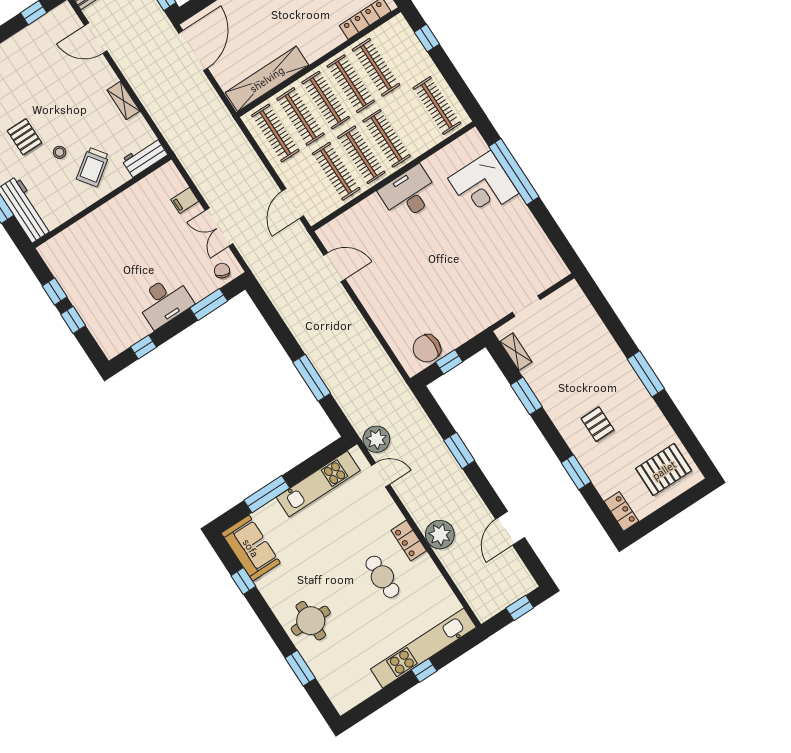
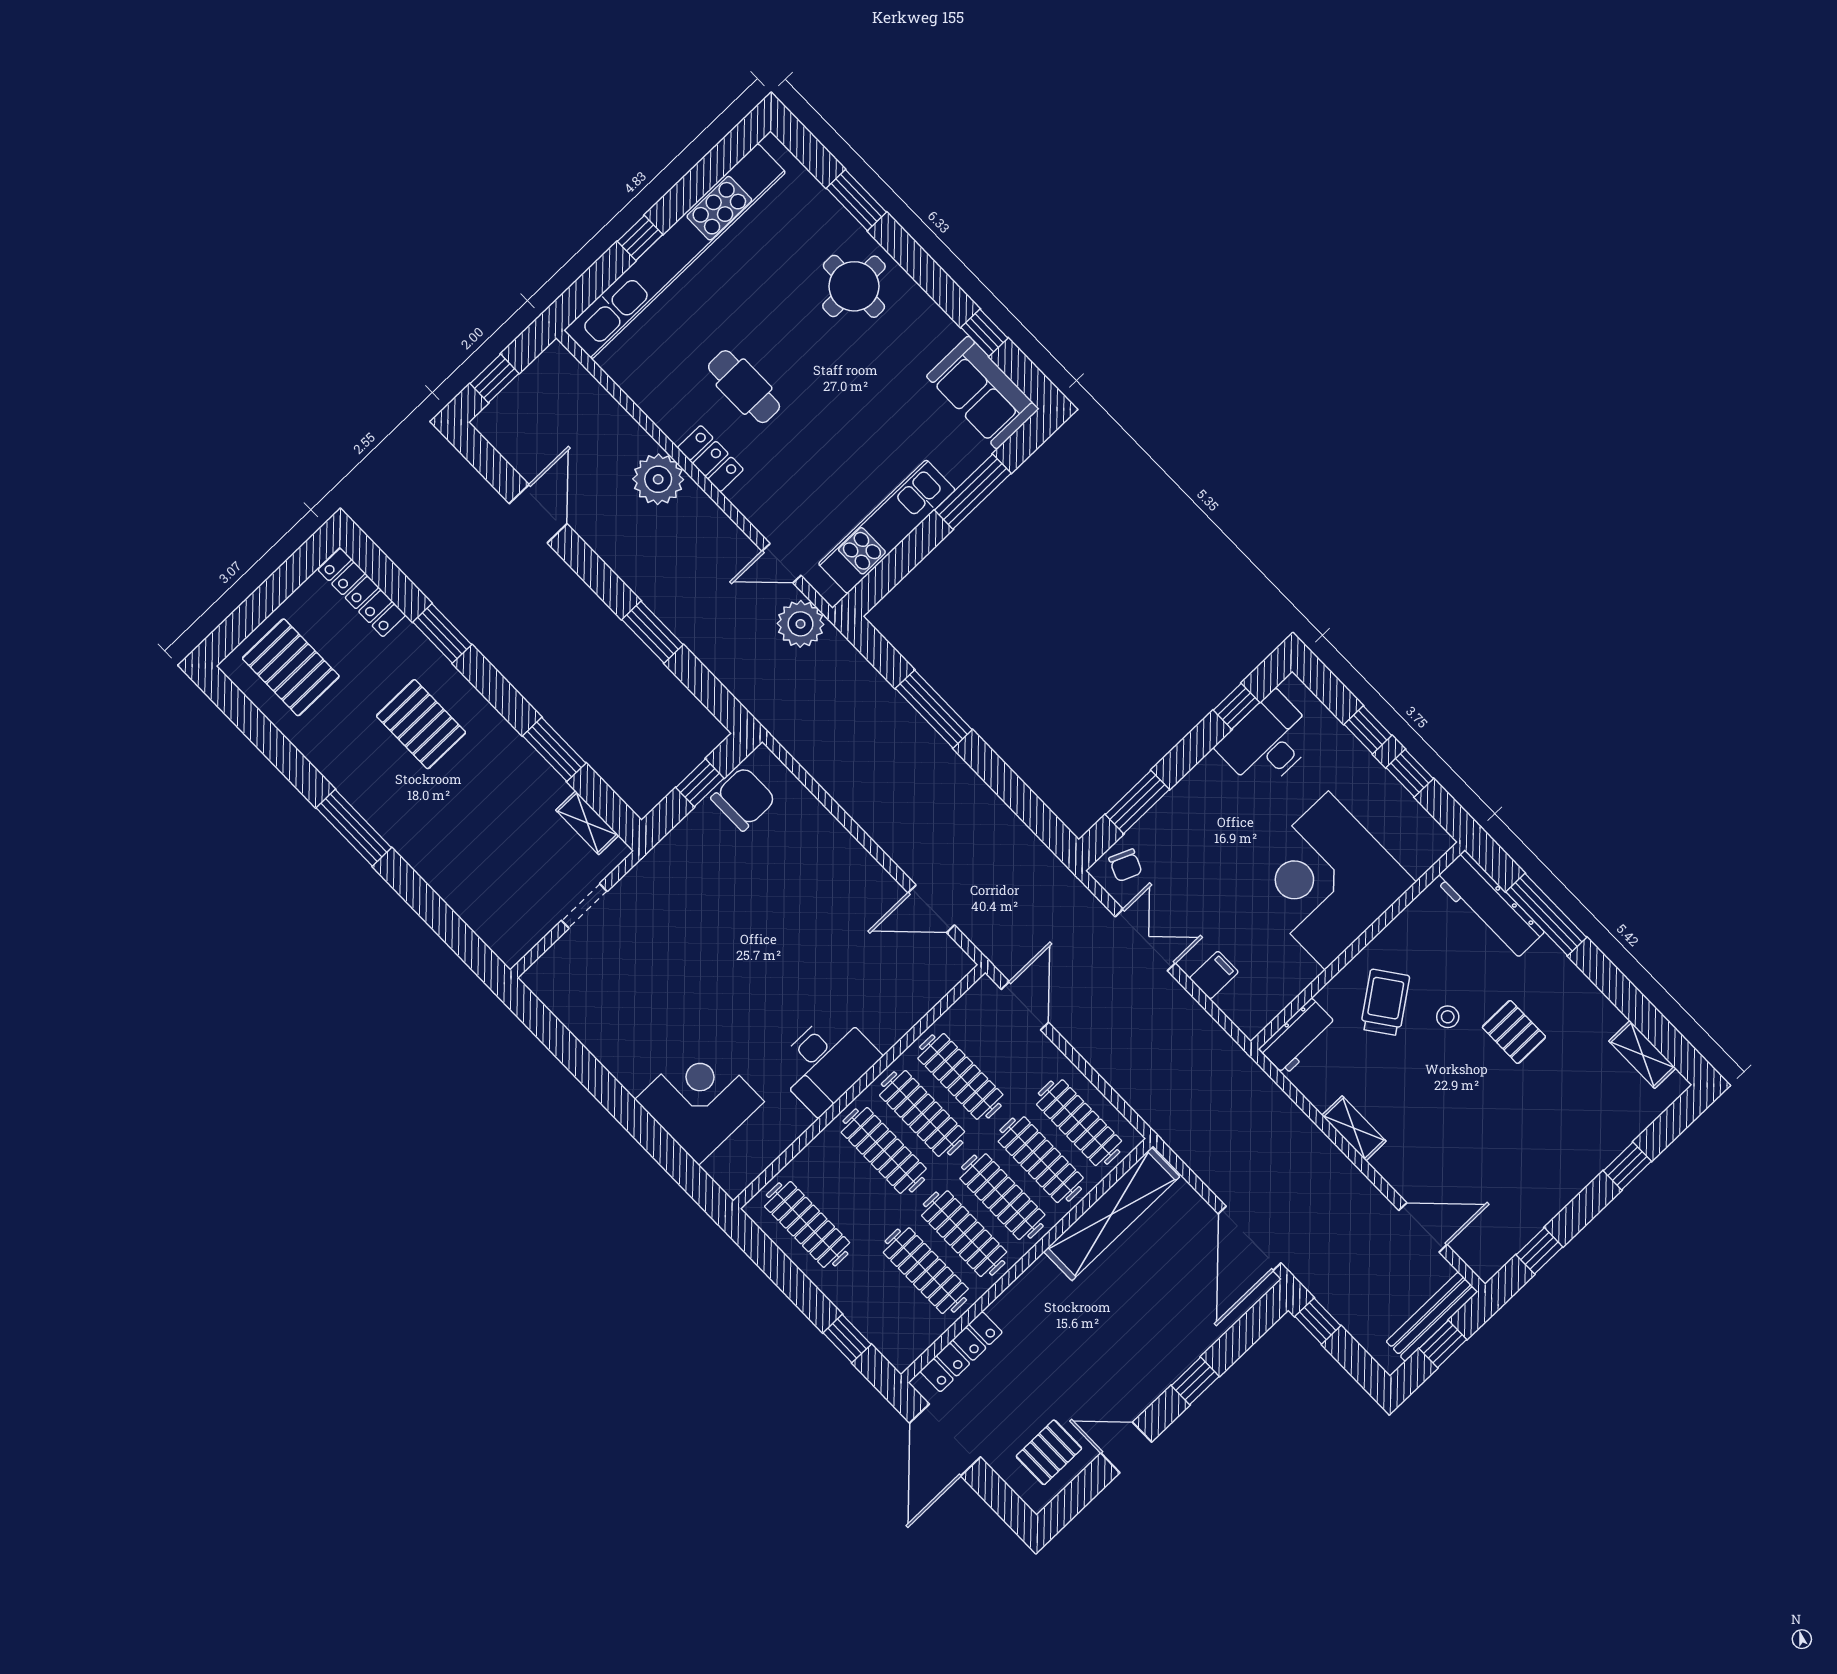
window: (514, 172) -> (651, 1135), removed
corner desk: (112, 241) -> (1327, 880), added
desk: (164, 301) -> (1268, 742), moved
pallet: (597, 424) -> (421, 724), width x1.50, depth x1.42
pallet: (664, 470) -> (291, 667), turned 90
locker: (621, 511) -> (362, 592), width x1.53
kitchen unit: (423, 648) -> (675, 251), width x1.36

